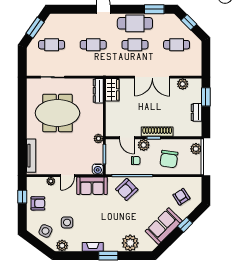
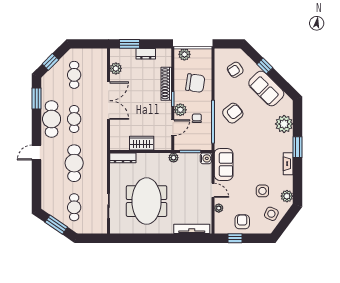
cafe table: (93, 45) -> (74, 163), width x1.37, depth x1.35
wardrobe: (112, 90) -> (142, 143), moved
shoe rack: (157, 132) -> (166, 84), moved
armchair: (127, 189) -> (233, 113), moved, turned -85

